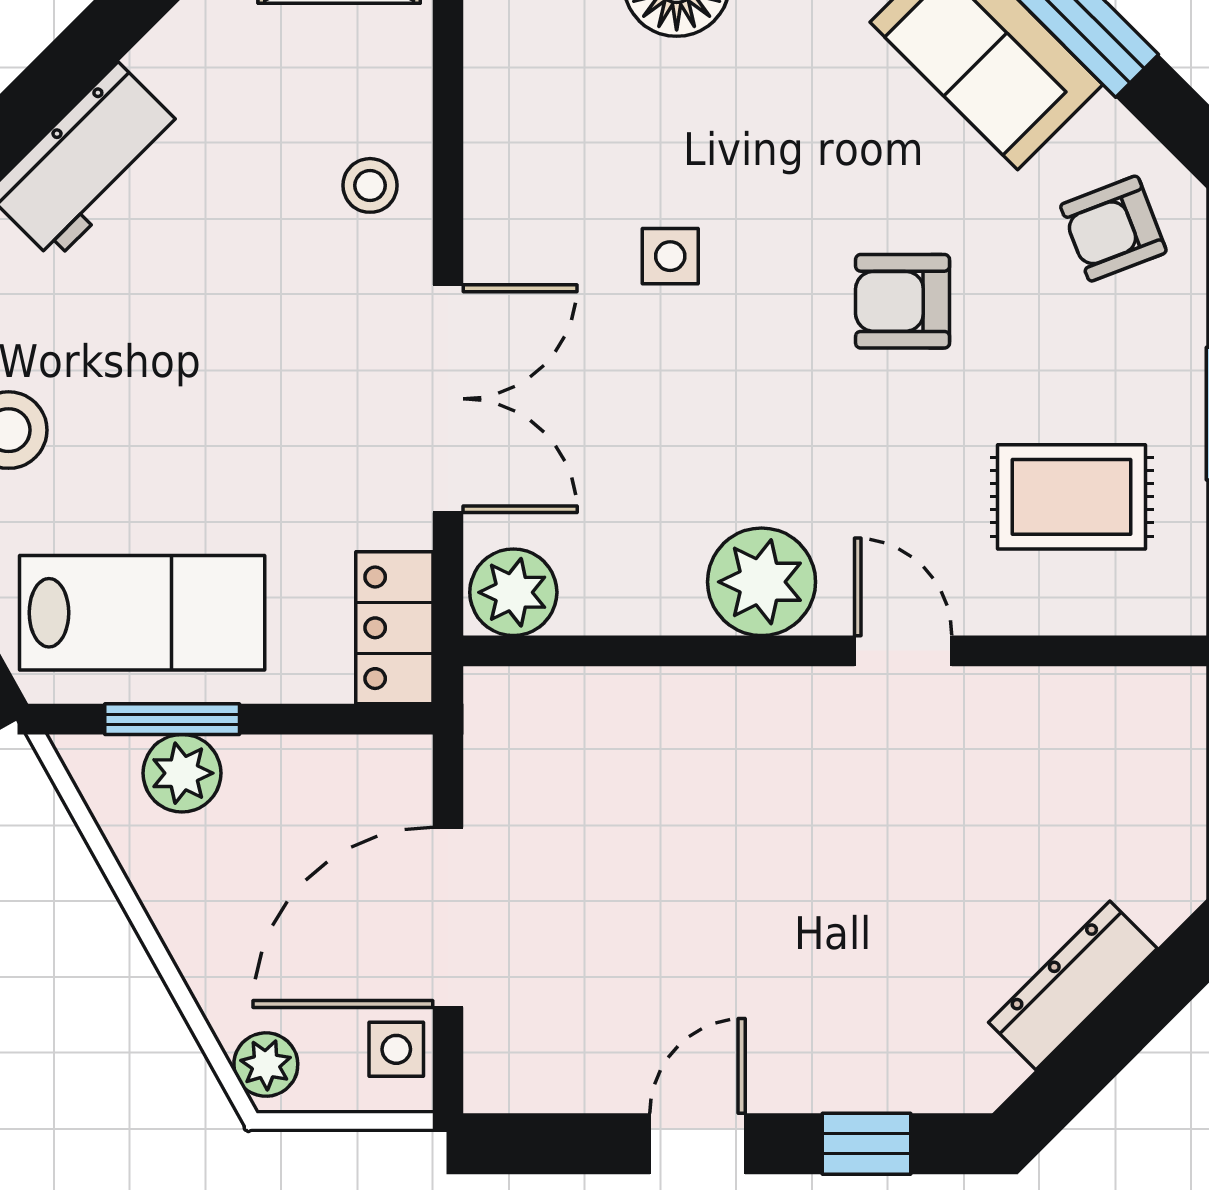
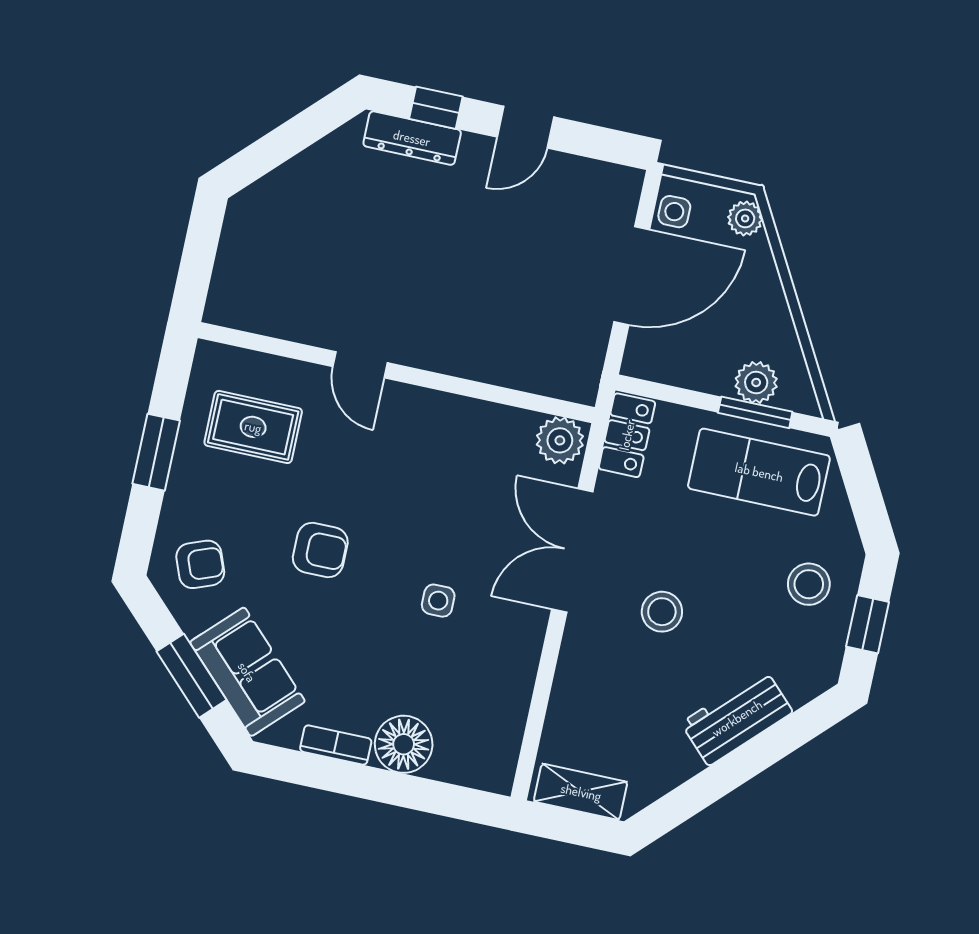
stool: (370, 185) -> (662, 612), moved, width x1.37, depth x1.37
plant: (762, 582) -> (427, 418), removed
dresser: (1073, 985) -> (412, 138), moved, turned 45

